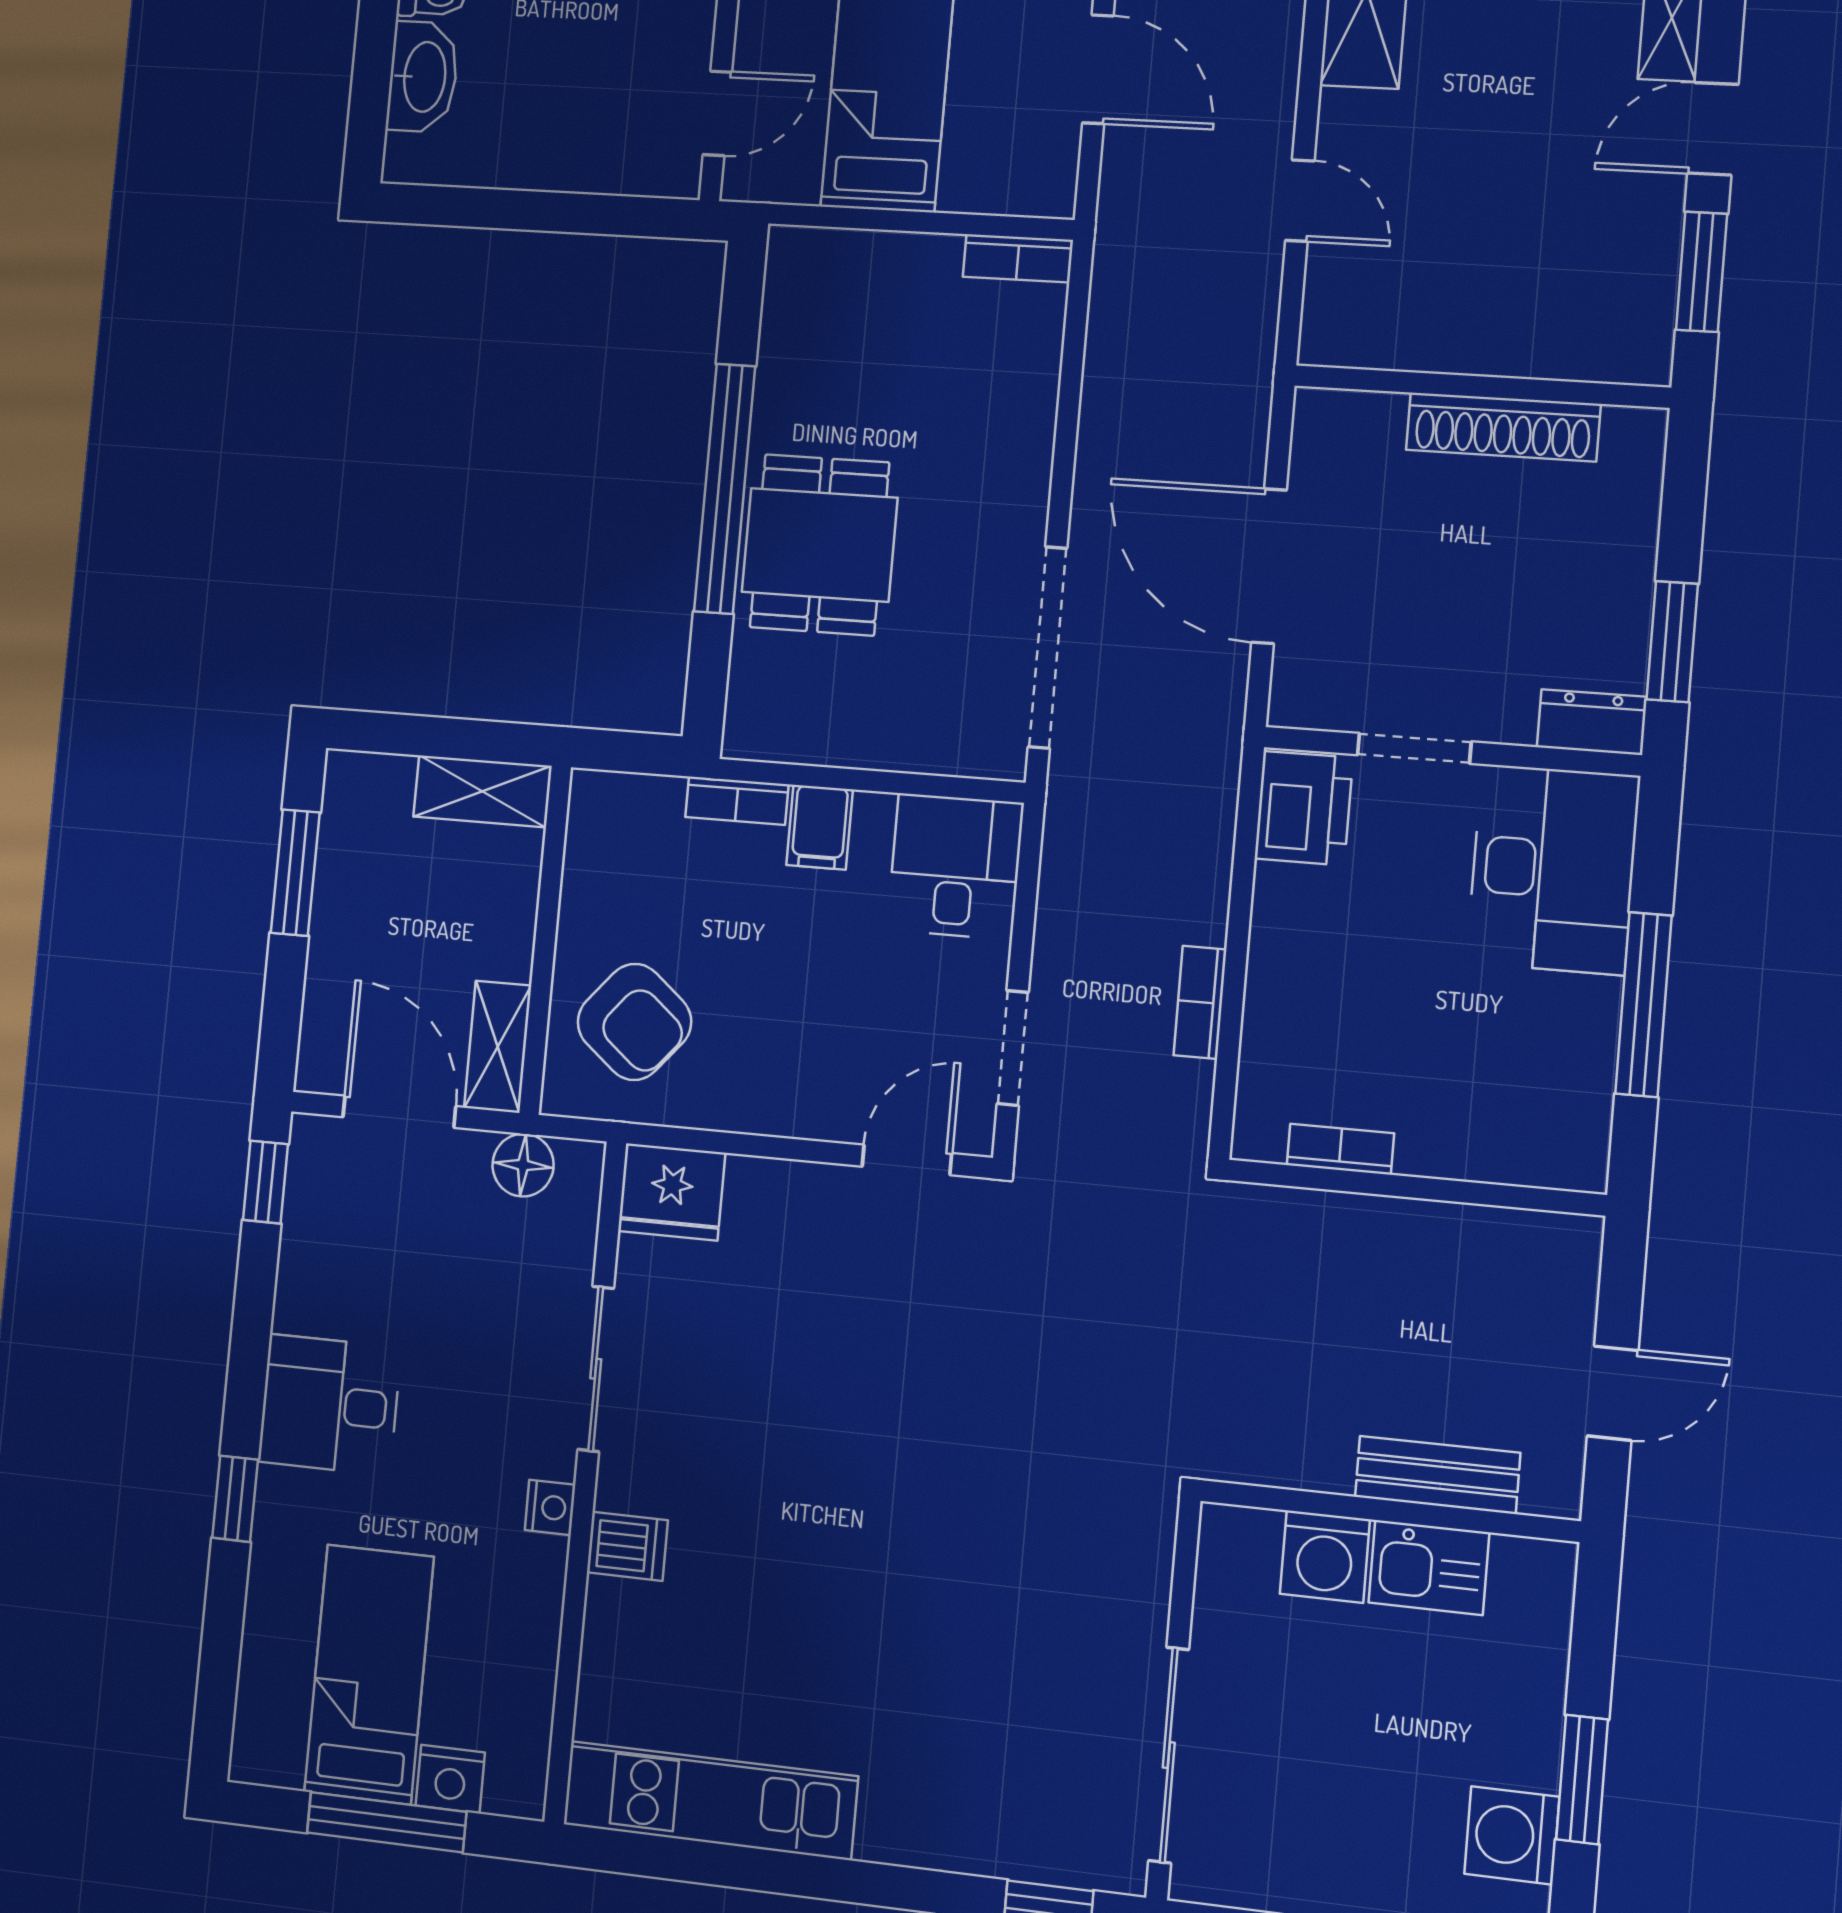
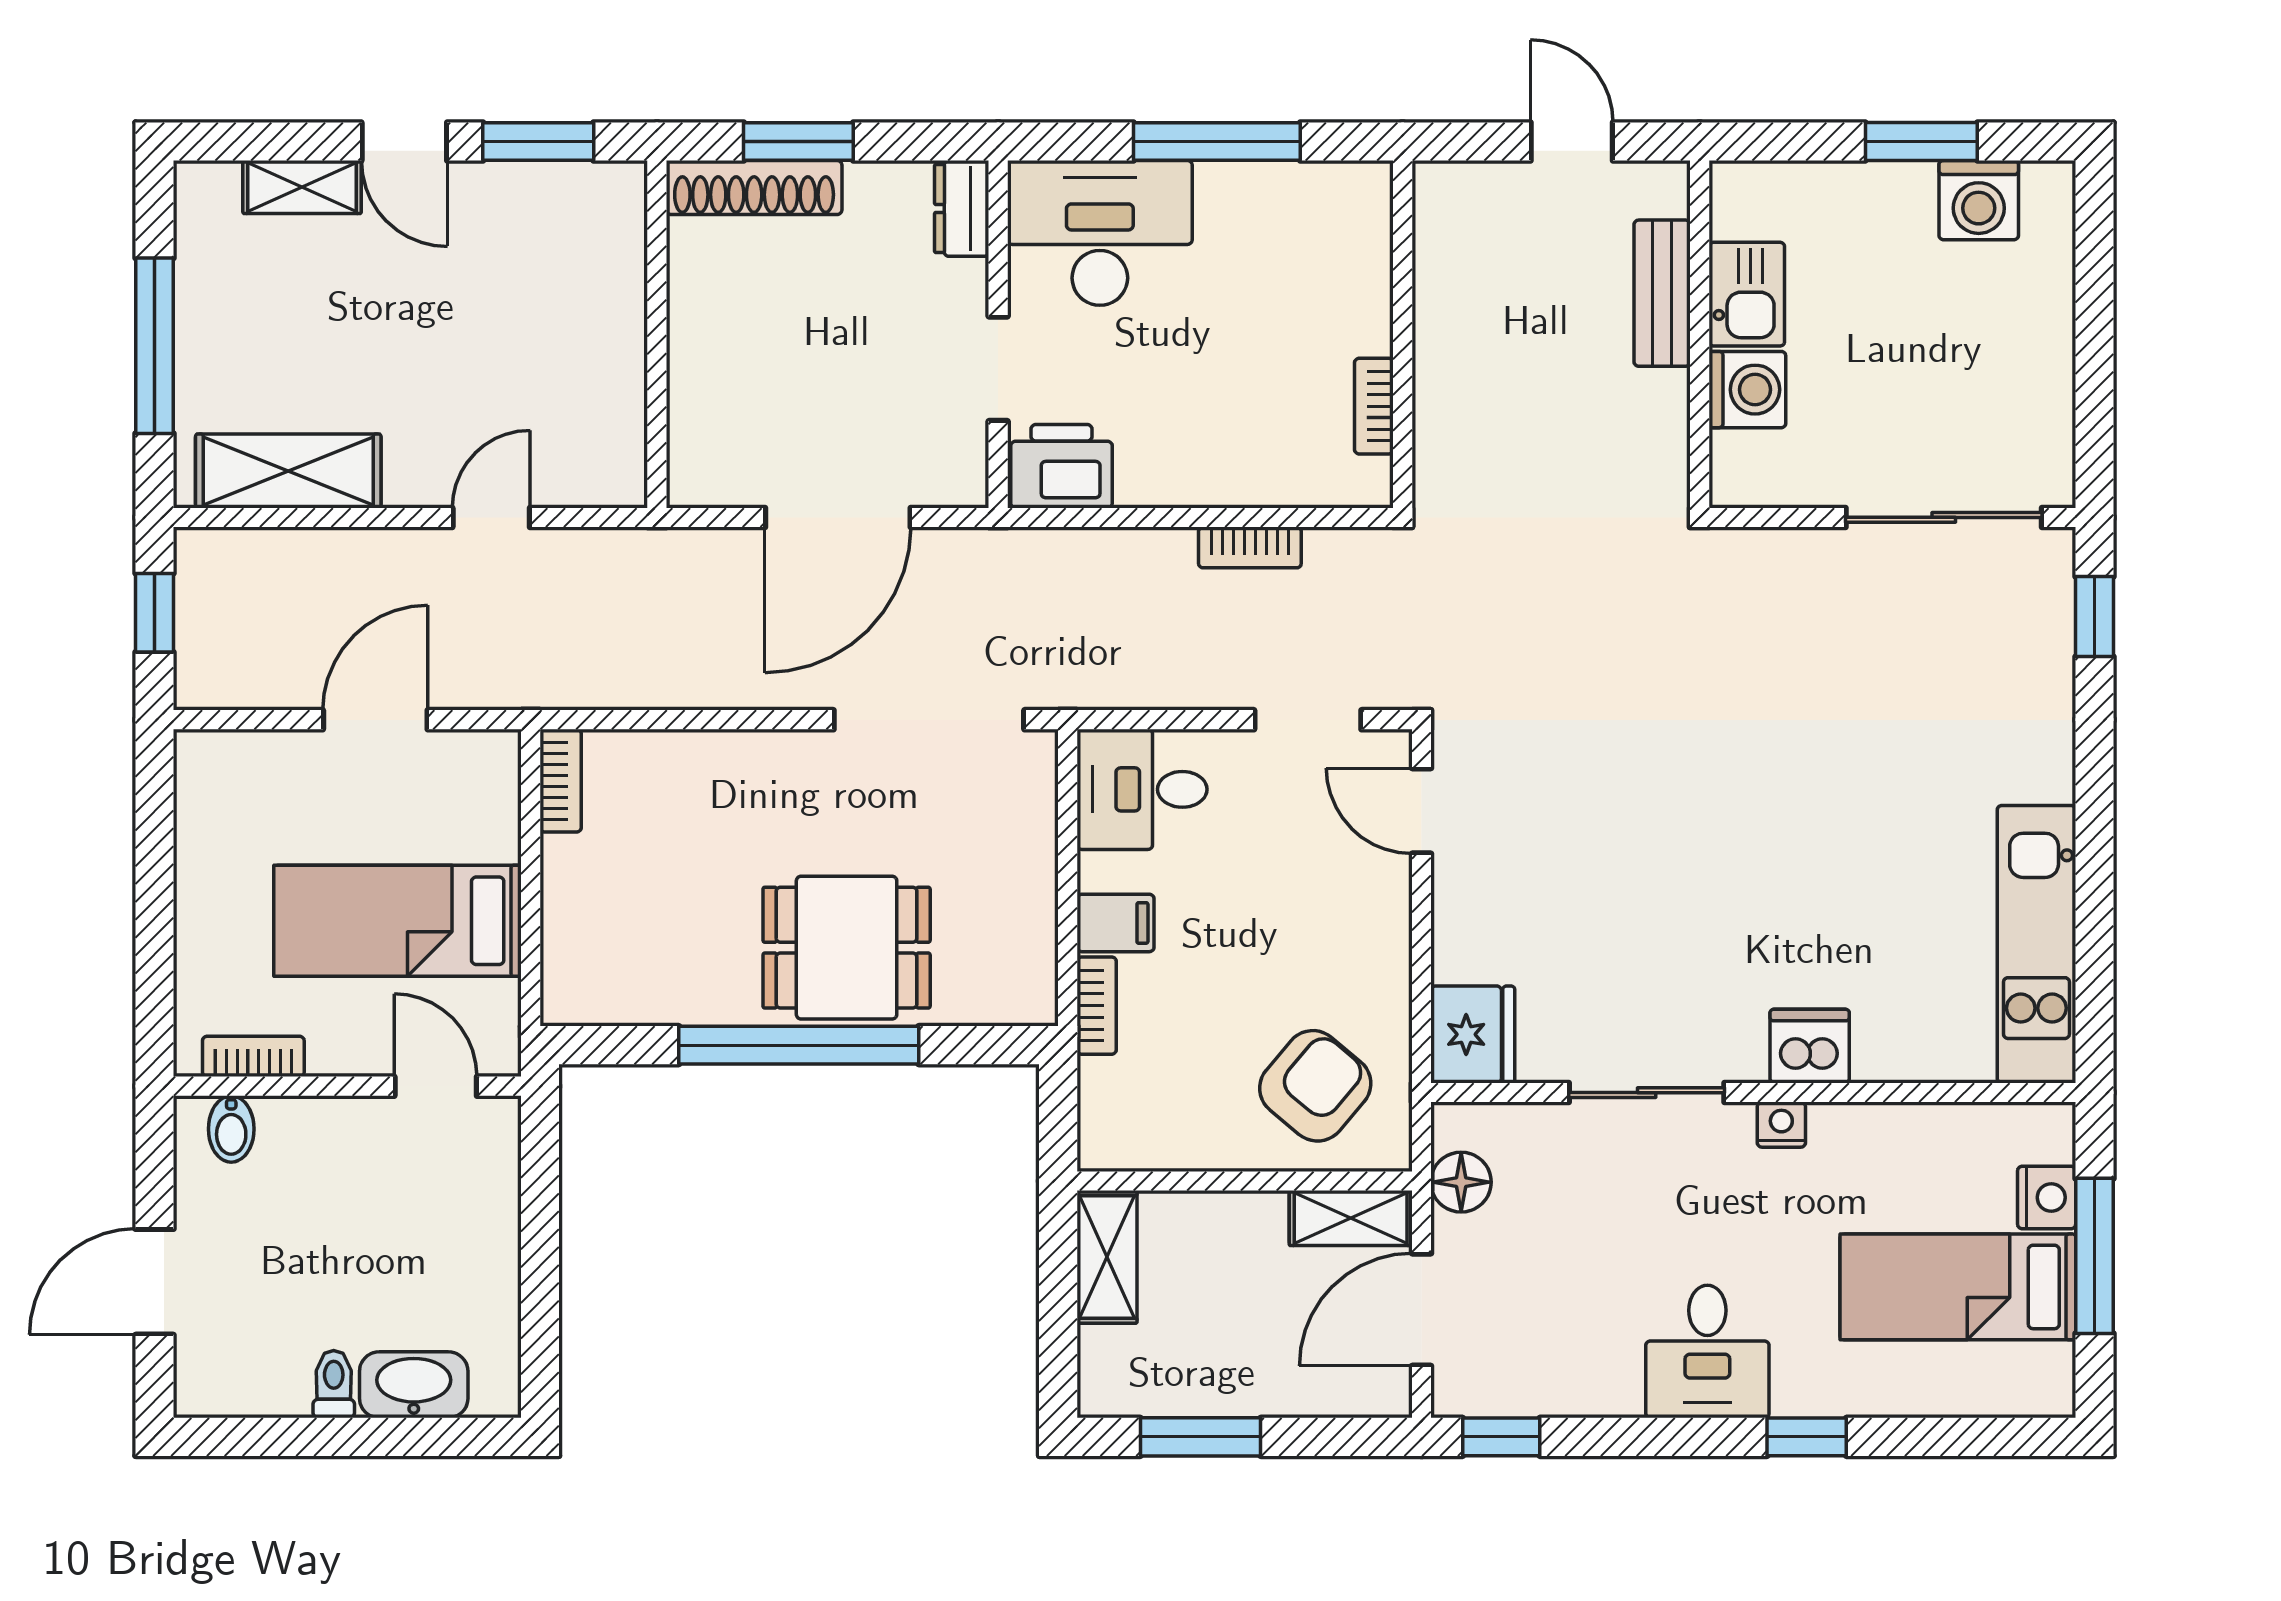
shoe rack: (1503, 427) -> (754, 188), moved, turned 90
window: (1672, 642) -> (798, 141), moved
dishwasher: (627, 1546) -> (1810, 1046), width x1.38

